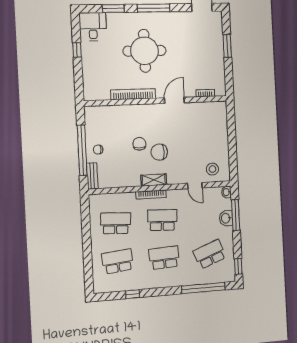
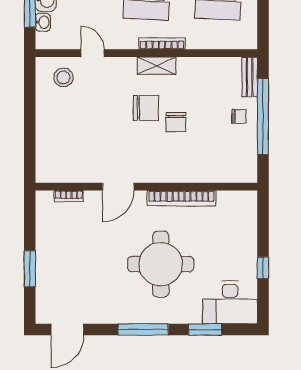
desk: (93, 27) -> (230, 302), width x1.37
washbasin: (226, 192) -> (43, 22), moved

